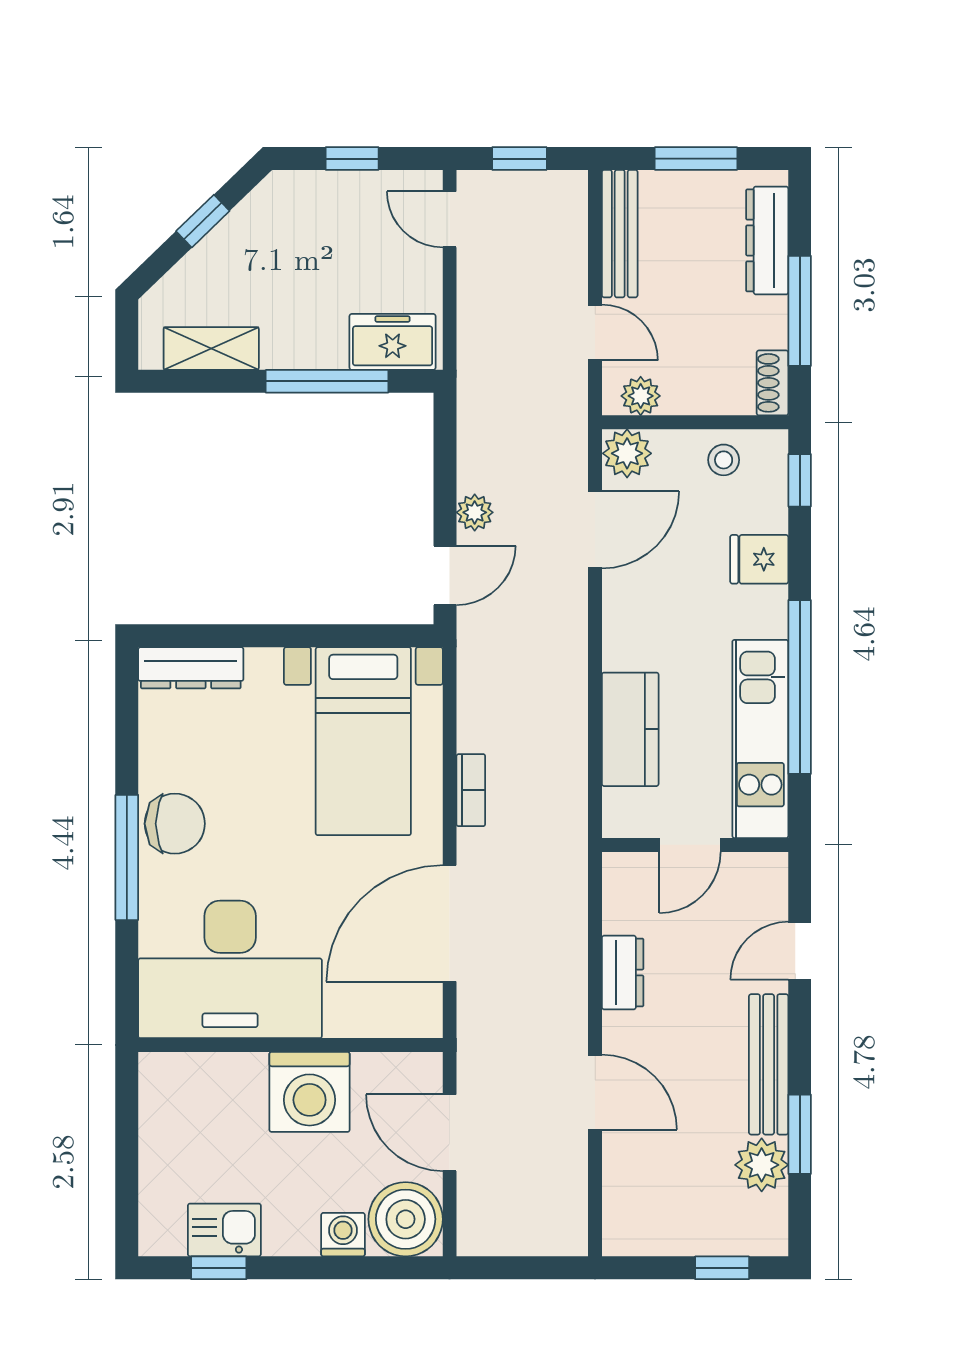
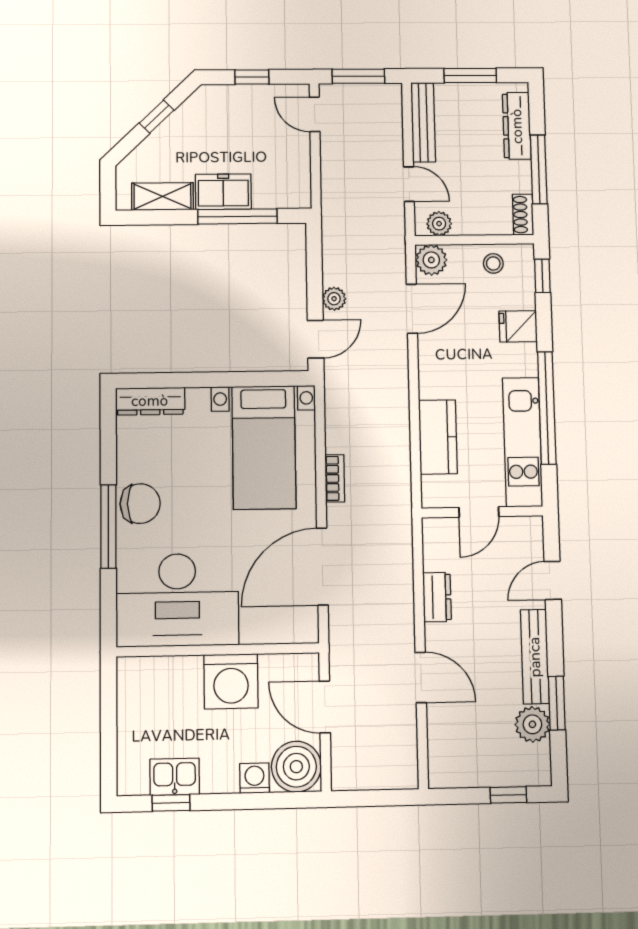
window: (519, 159) -> (358, 76), width x1.50
freezer: (393, 342) -> (223, 192), moved

